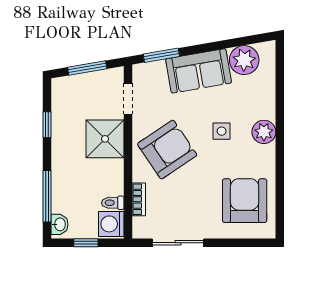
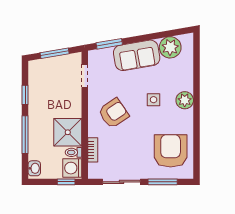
shower: (105, 139) -> (68, 132), moved
armchair: (167, 149) -> (114, 113), width x0.73, depth x0.73
window: (47, 196) -> (25, 135), moved
window: (86, 243) -> (66, 182), moved
window: (234, 243) -> (163, 182), added

